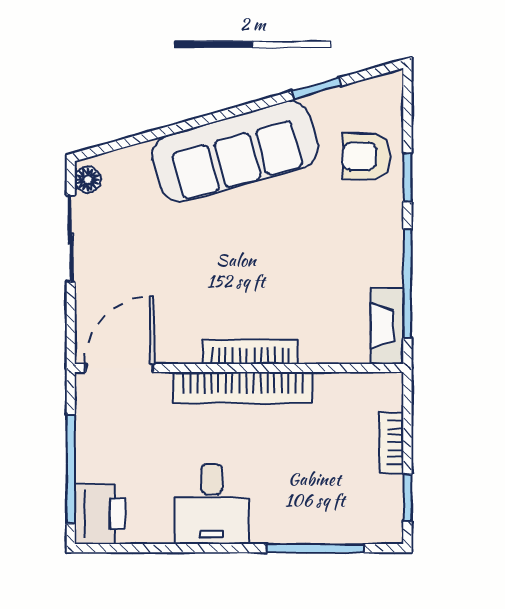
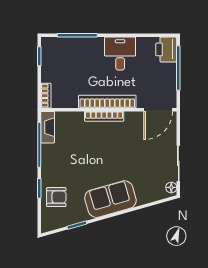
sofa: (235, 151) -> (110, 199), width x0.73
bookcase: (391, 443) -> (46, 96), moved

